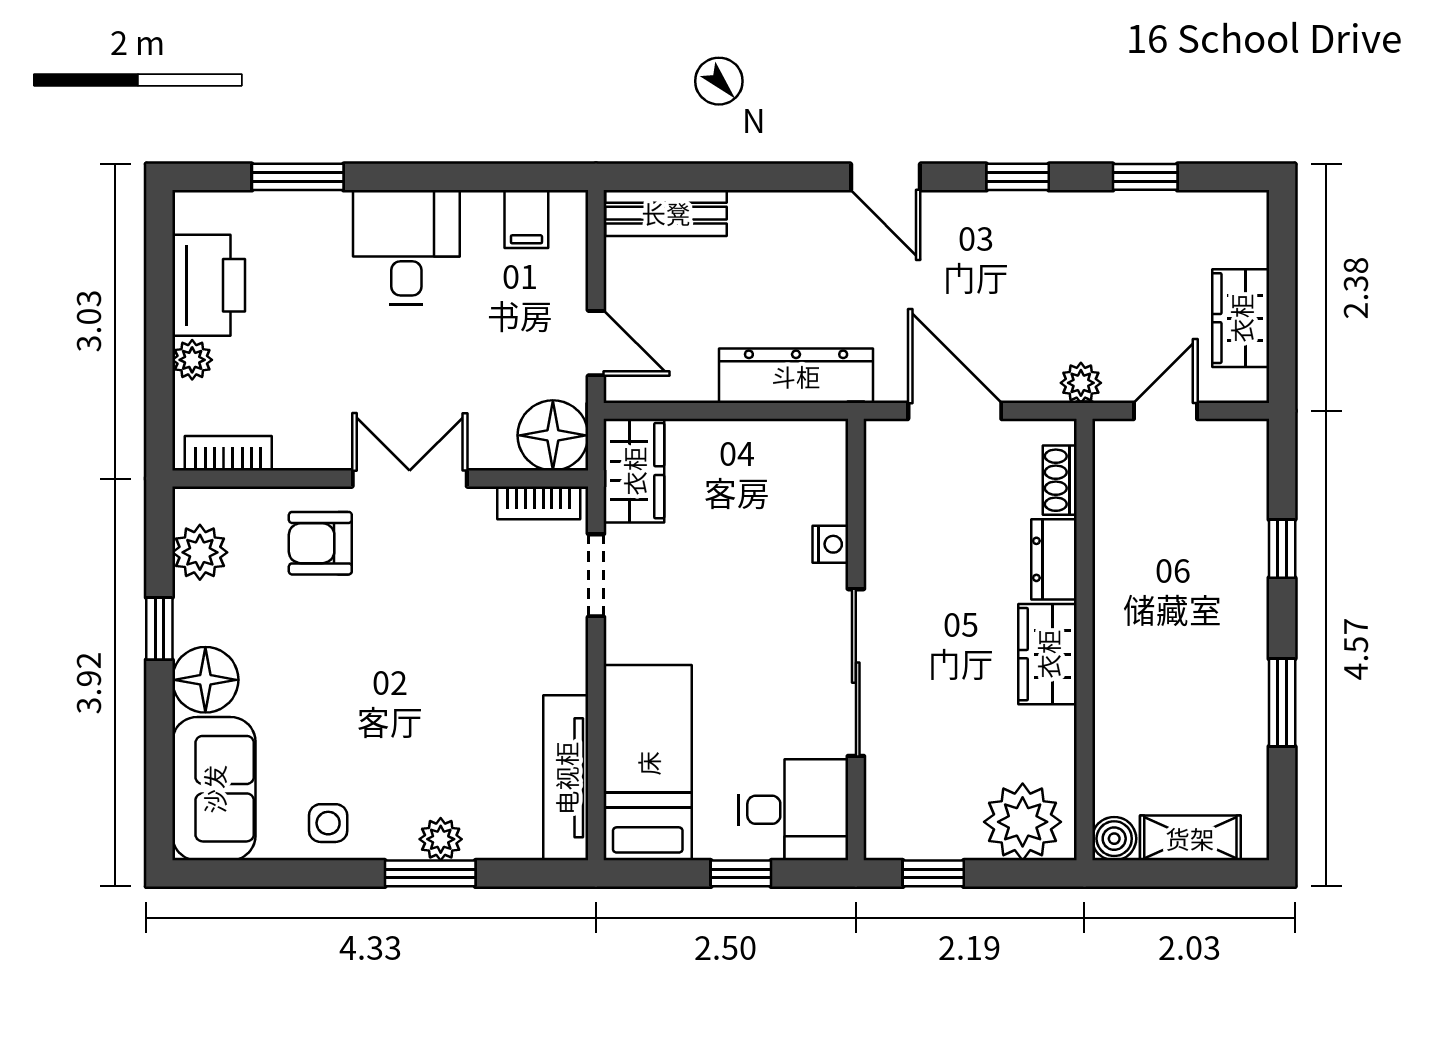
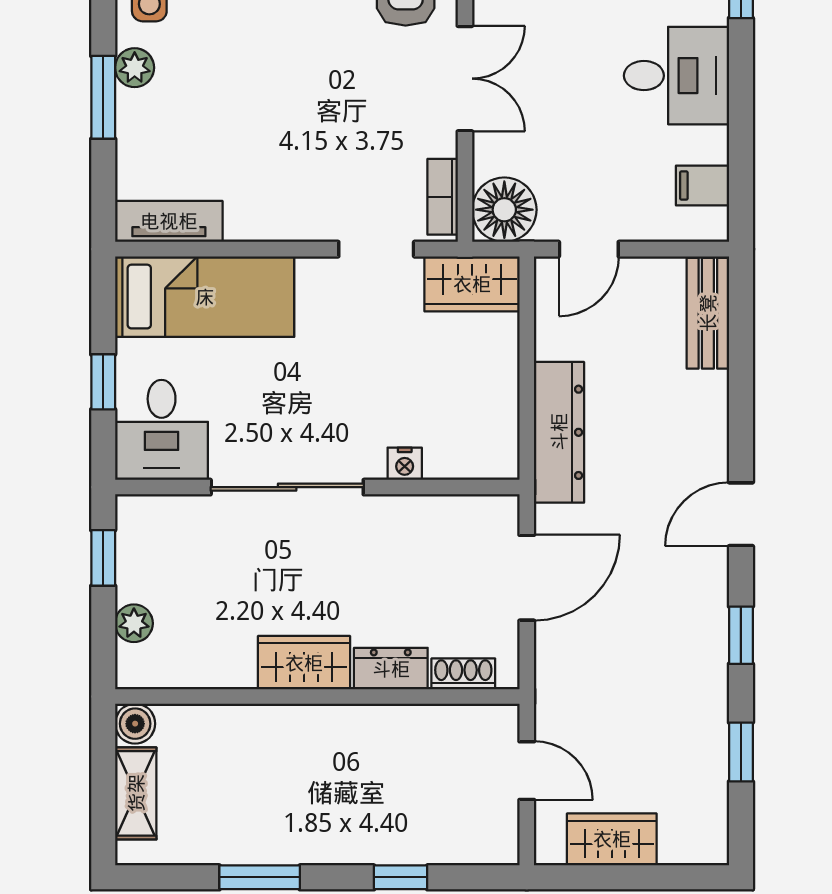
plant: (1081, 383) -> (552, 693), removed
tv unit: (566, 778) -> (169, 221), width x0.71
plant: (1023, 822) -> (134, 623), width x0.53, depth x0.53
plant: (441, 839) -> (135, 68), moved

